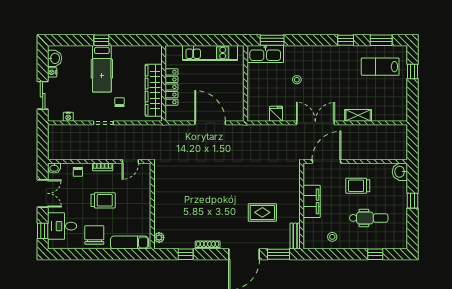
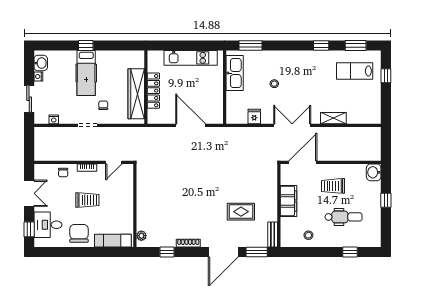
kitchen sink: (265, 54) -> (235, 73), moved, turned -90
washbasin: (54, 168) -> (40, 169), removed

